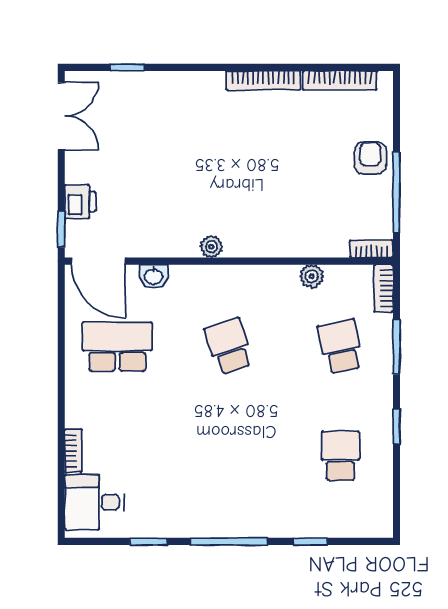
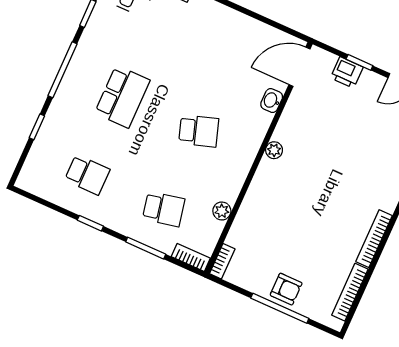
window: (396, 193) -> (280, 308), moved
window: (61, 229) -> (359, 62), moved
school desk: (117, 347) -> (122, 97), moved

